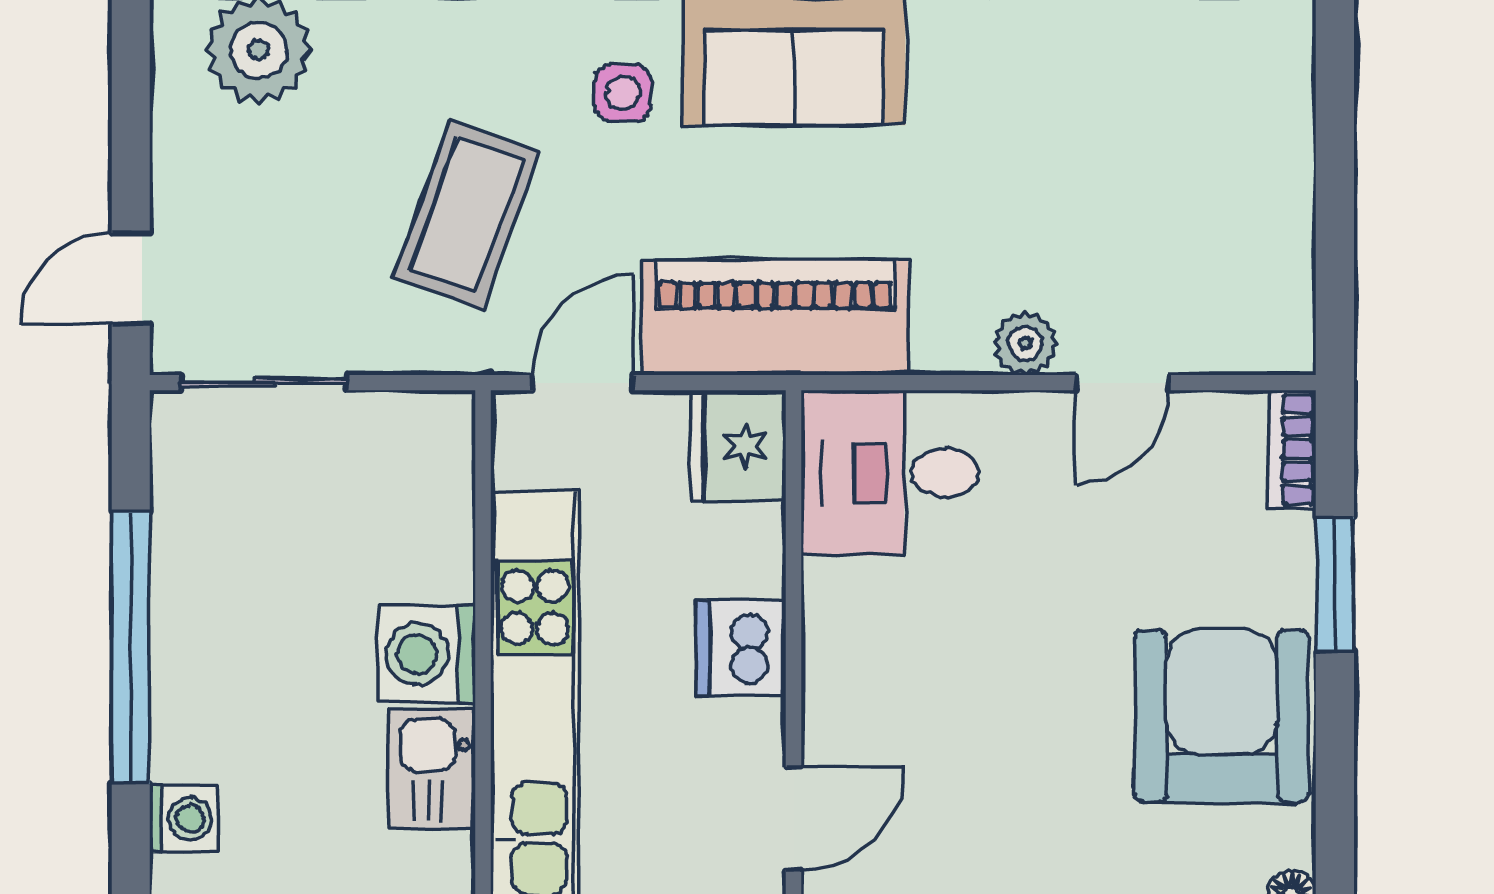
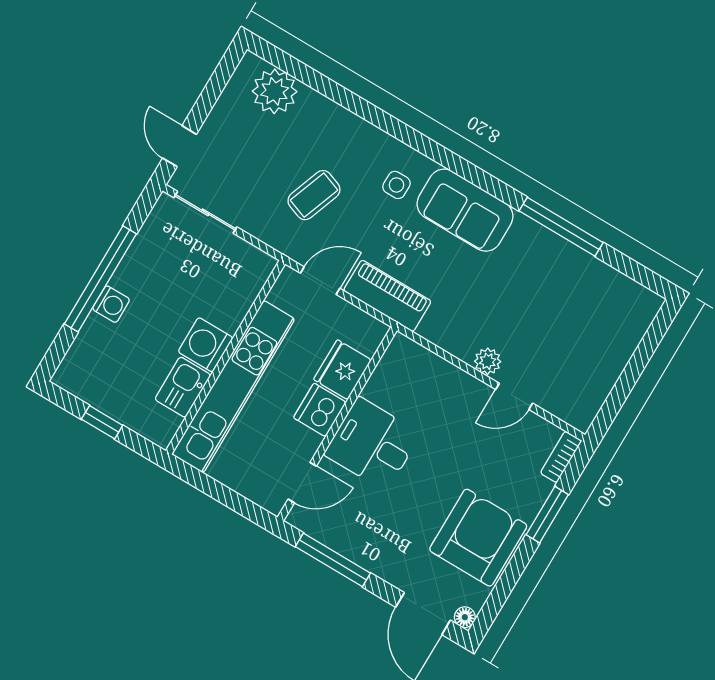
coffee table: (466, 215) -> (314, 195), width x0.73, depth x0.77
door: (131, 279) -> (180, 146), hinge flipped
piano: (775, 317) -> (387, 296), width x0.73, depth x0.75
fridge: (738, 446) -> (342, 370), moved
desk: (890, 473) -> (372, 444), moved
washing machine: (183, 819) -> (111, 304), moved

